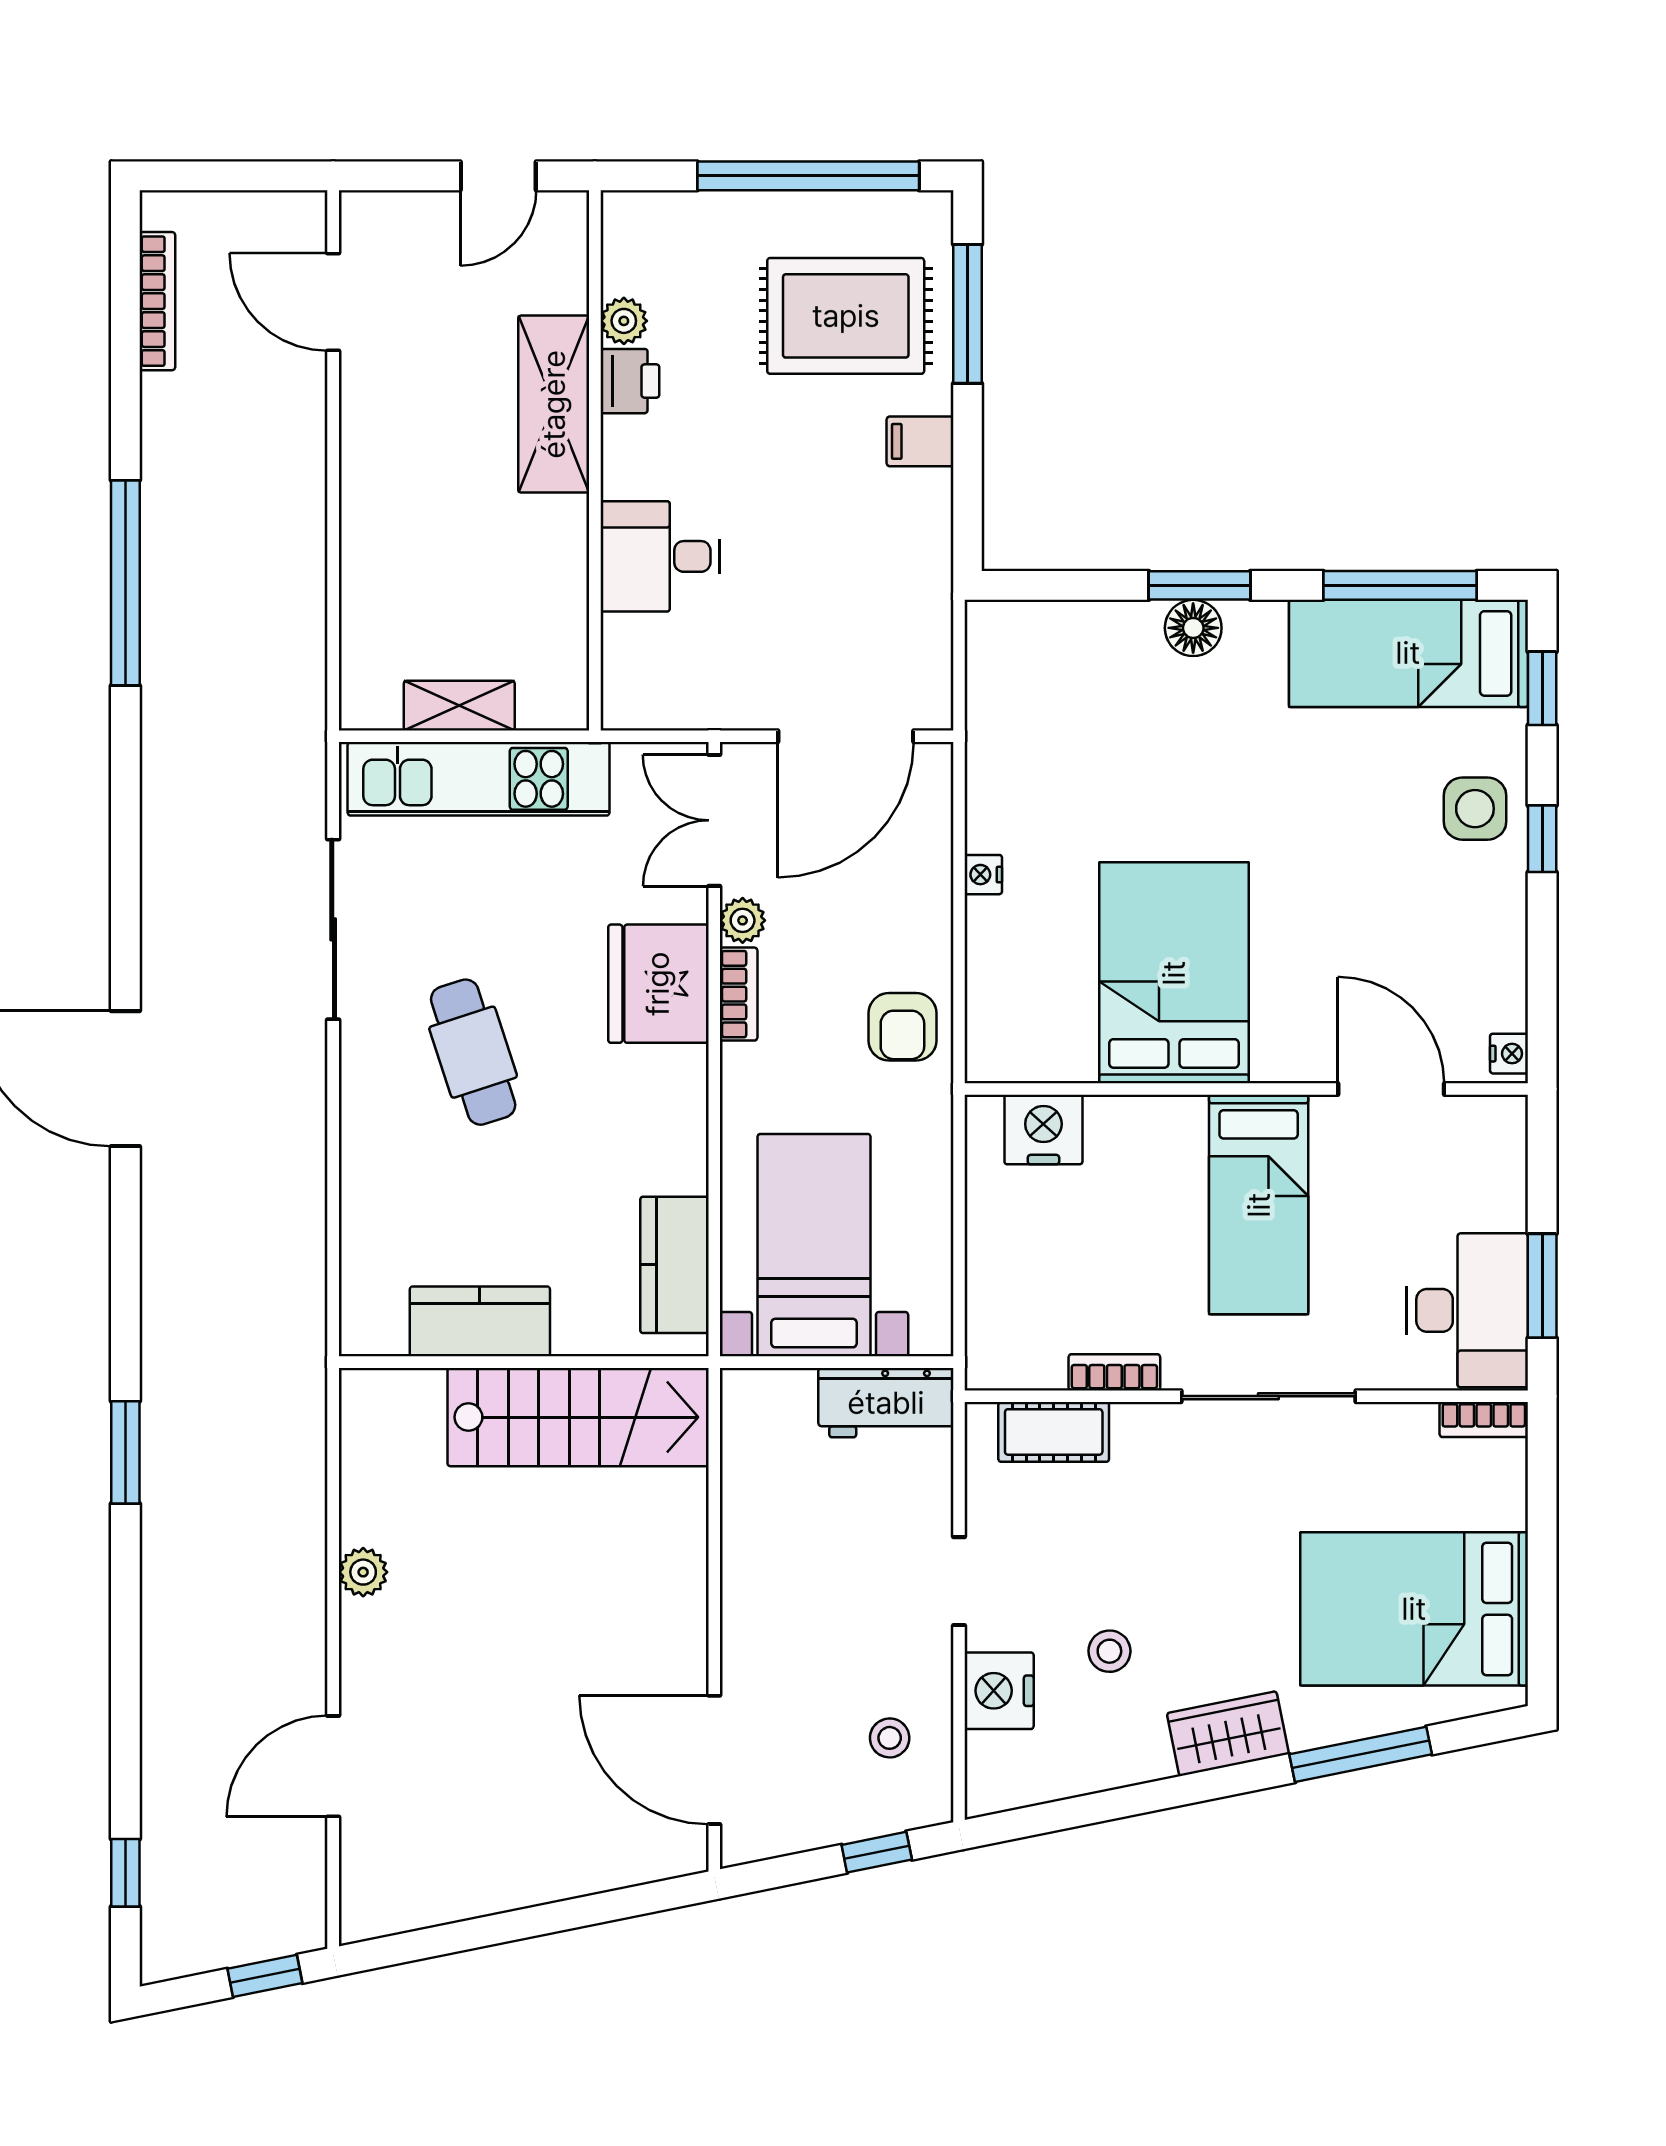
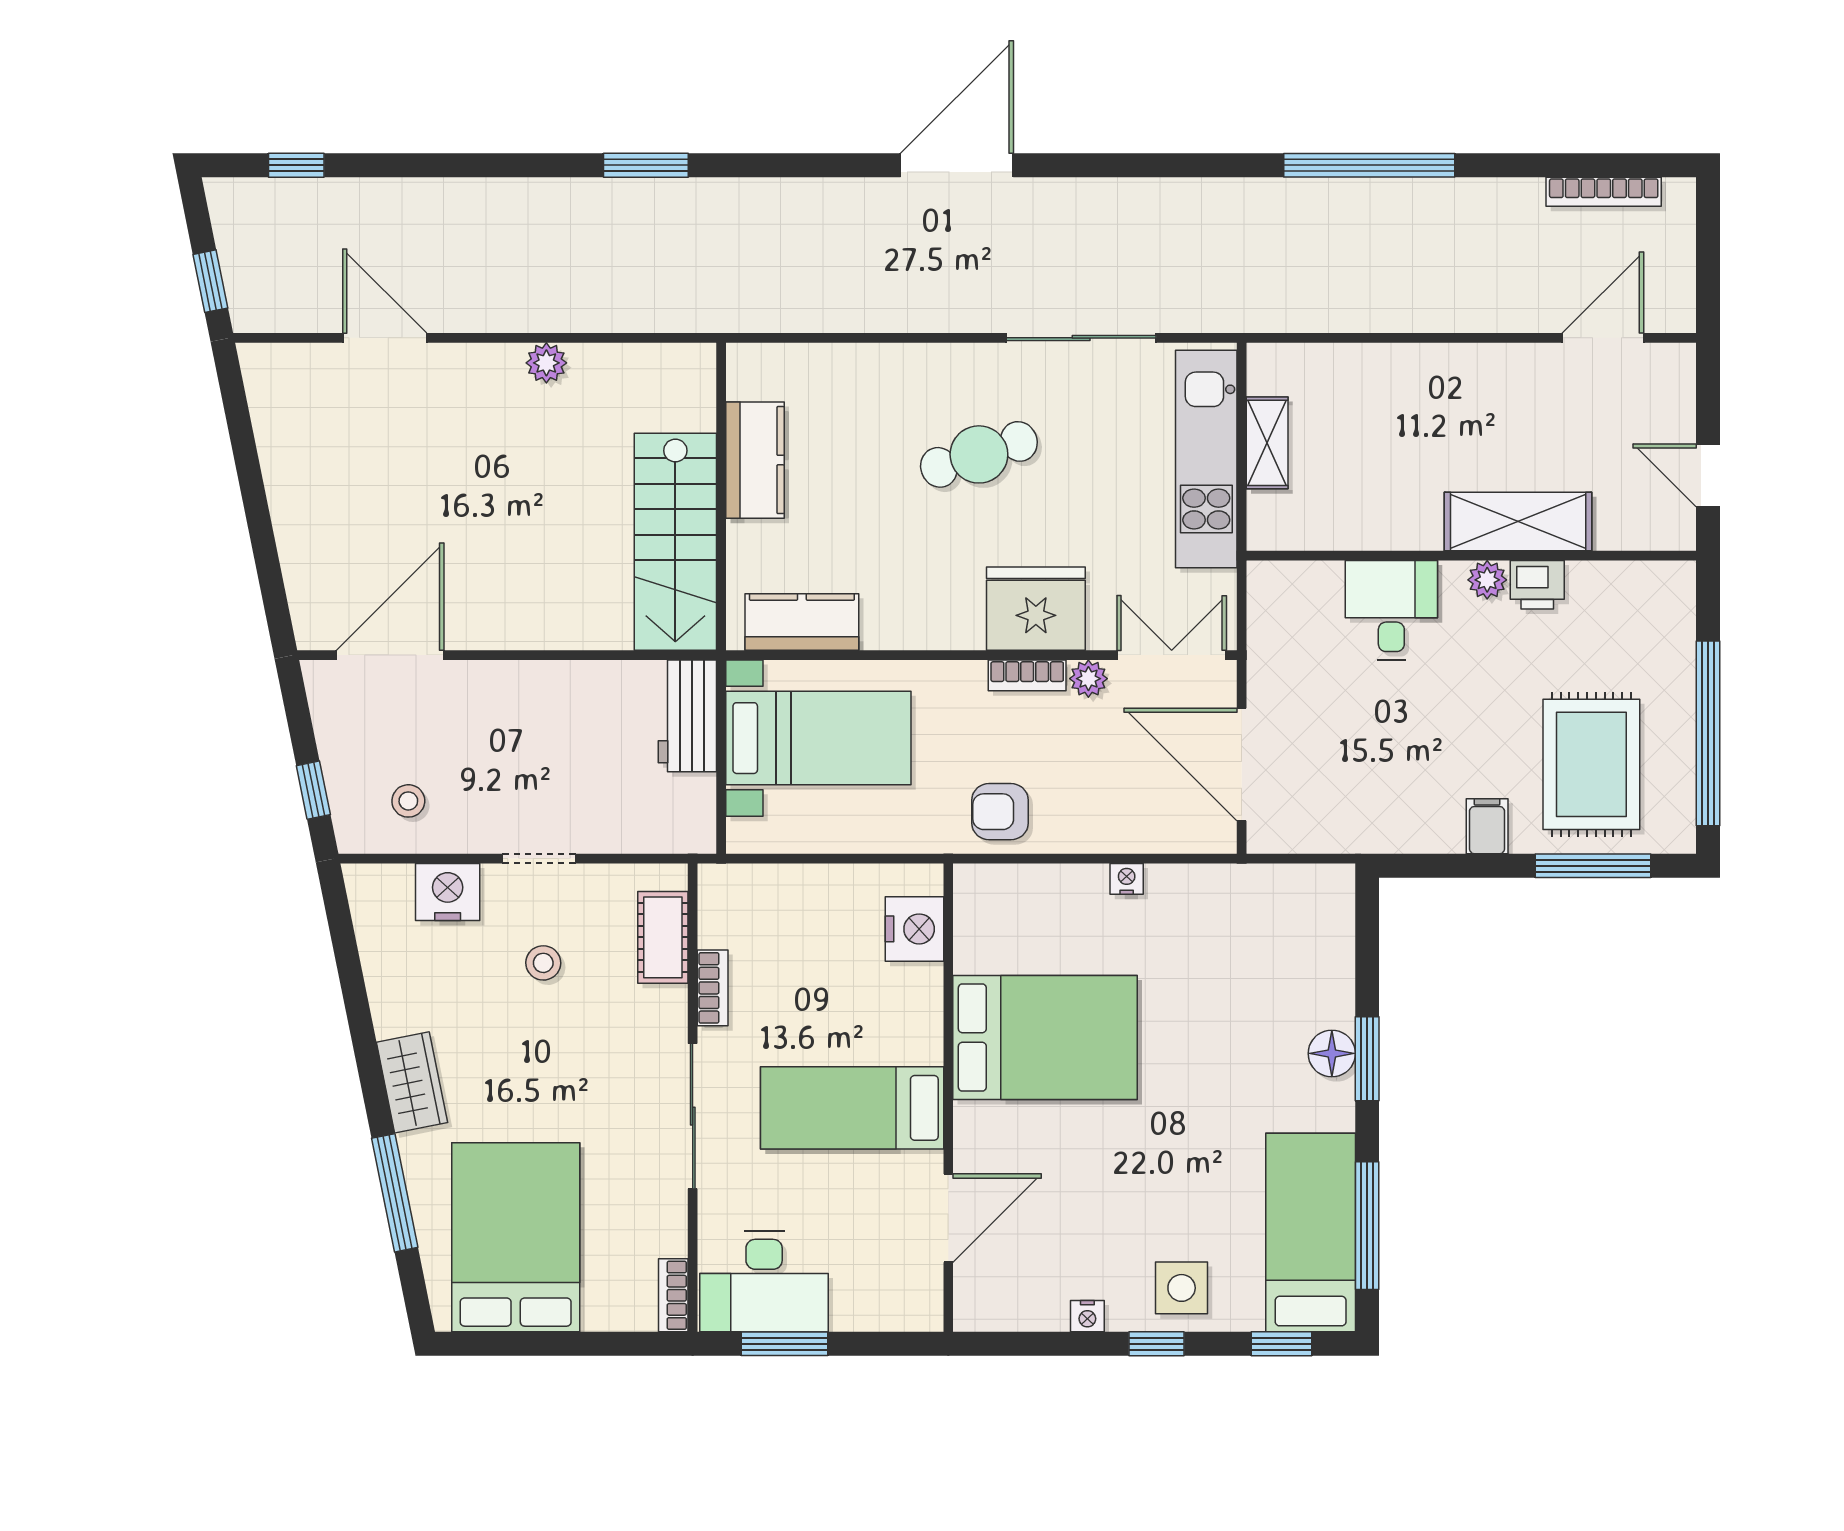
plant: (624, 321) -> (1487, 580), moved
nightstand: (1509, 1054) -> (1087, 1316), moved
workbench: (886, 1403) -> (687, 716), moved
stool: (1109, 1651) -> (543, 963), moved

